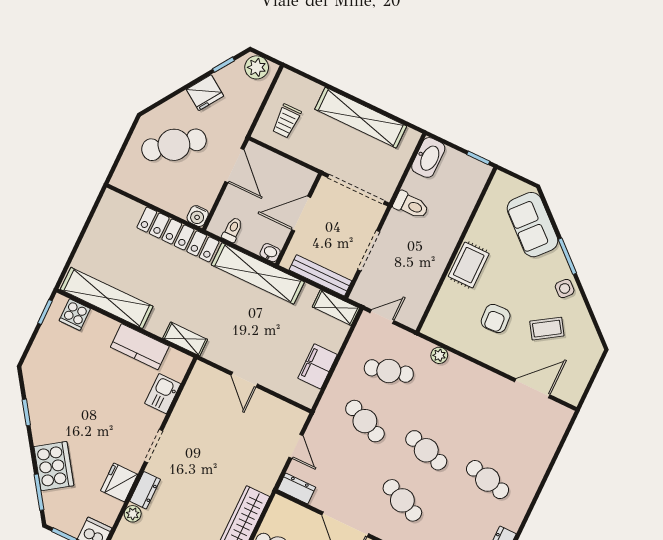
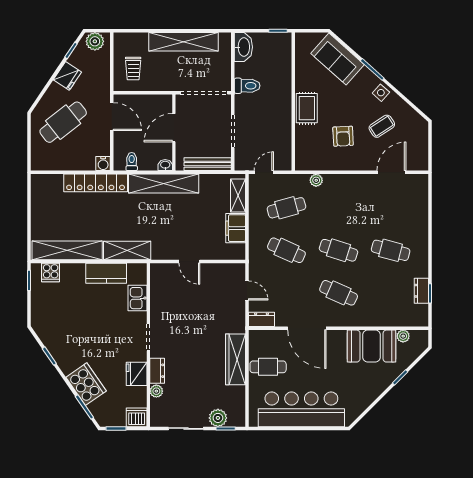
shelving: (336, 308) -> (238, 196), moved, turned 90
shelving: (185, 339) -> (127, 250), width x1.50, depth x1.33

